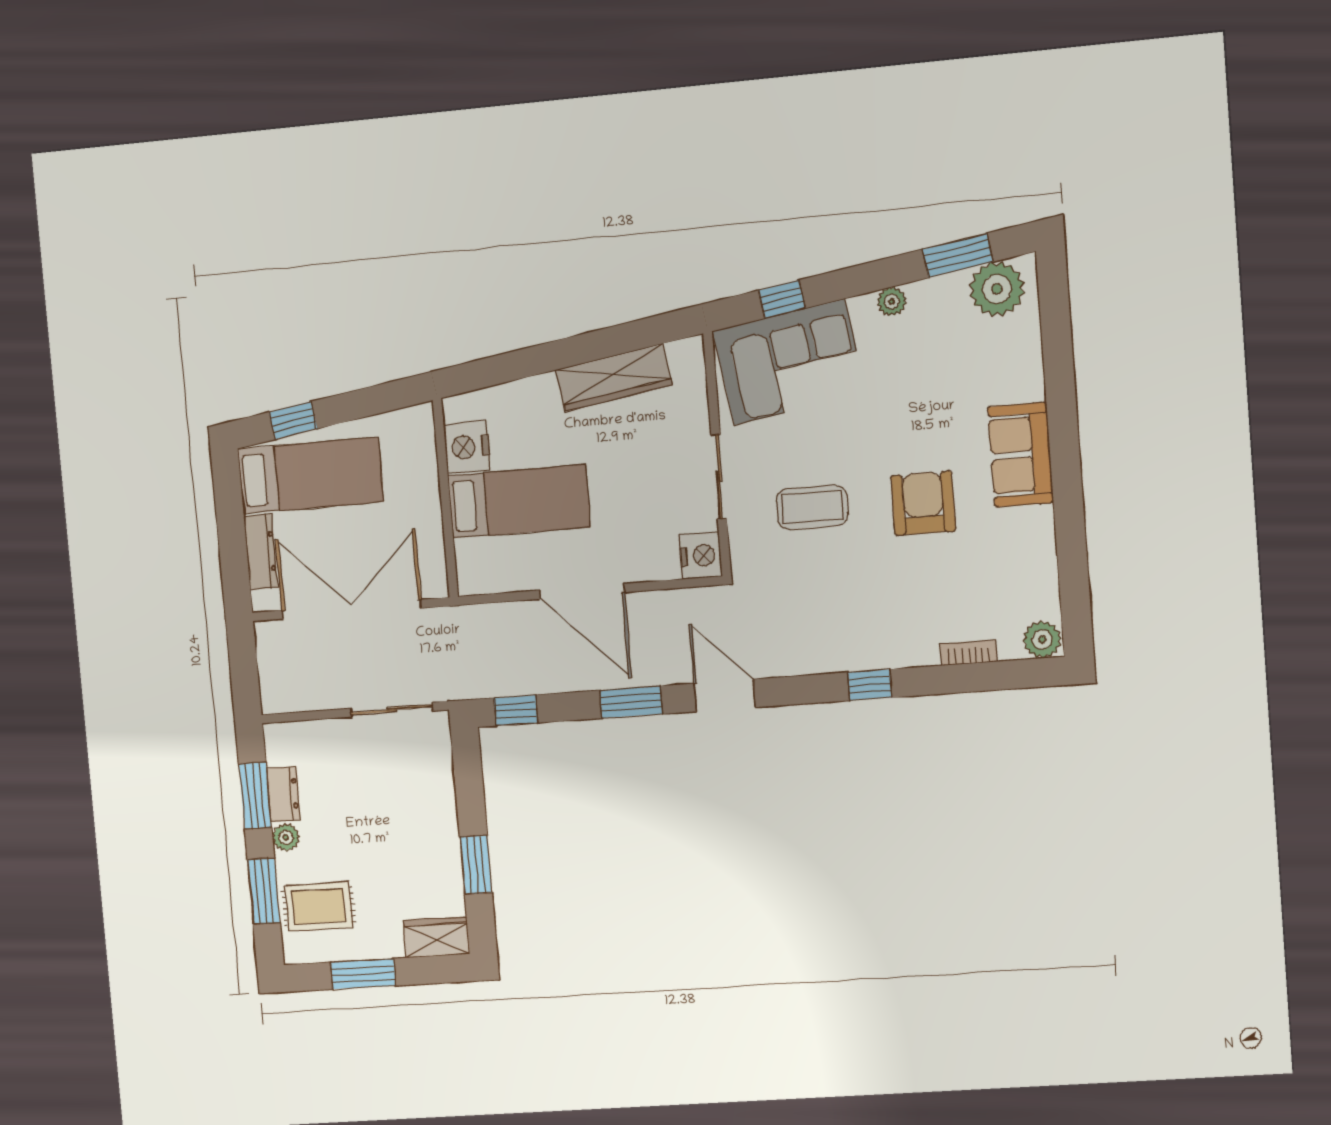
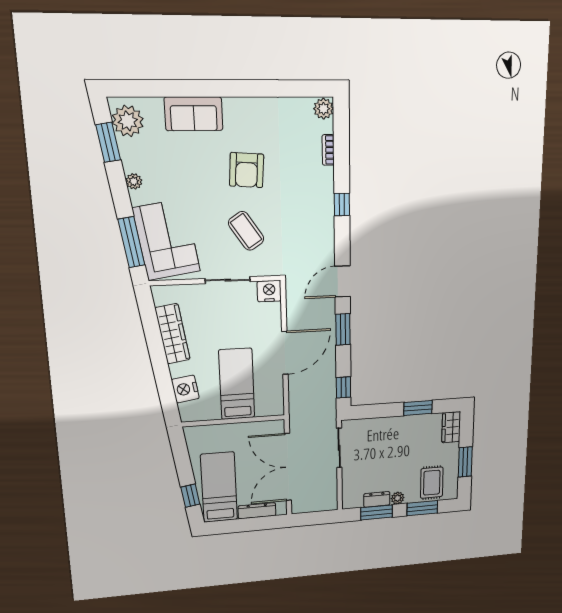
window: (782, 299) -> (131, 242), width x2.17
nightstand: (467, 447) -> (185, 389), moved, turned 81
sofa: (1021, 455) -> (194, 114), moved
armchair: (923, 503) -> (247, 170), turned -86
coffee table: (812, 507) -> (246, 231), turned -34

